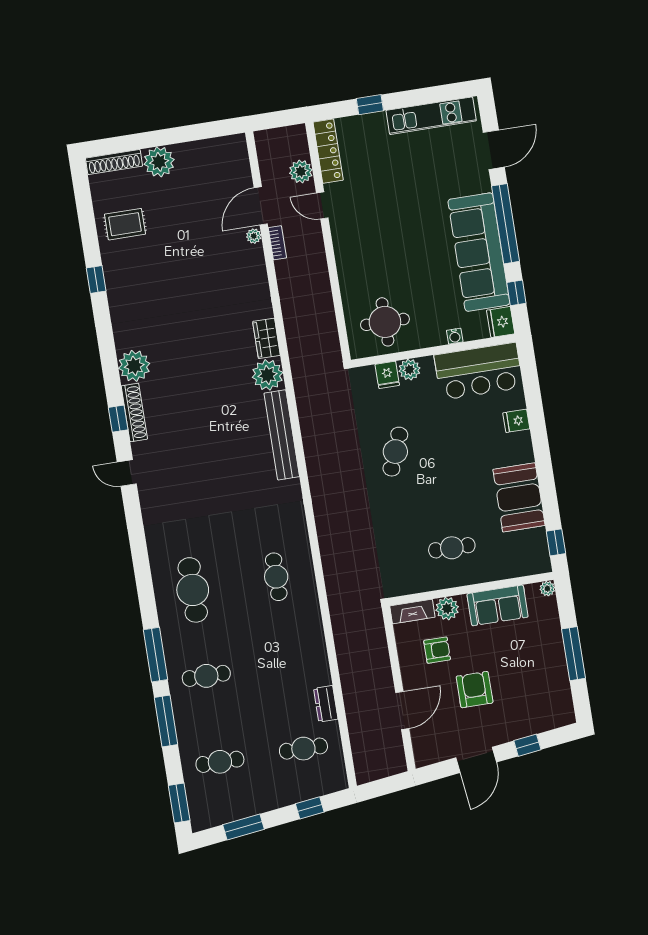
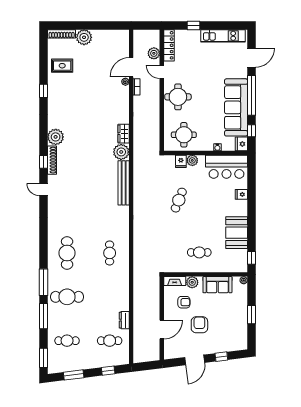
round table: (362, 249) -> (178, 97), added
window: (574, 654) -> (252, 315), width x0.69
cafe table: (206, 676) -> (67, 297), width x1.37, depth x1.35

